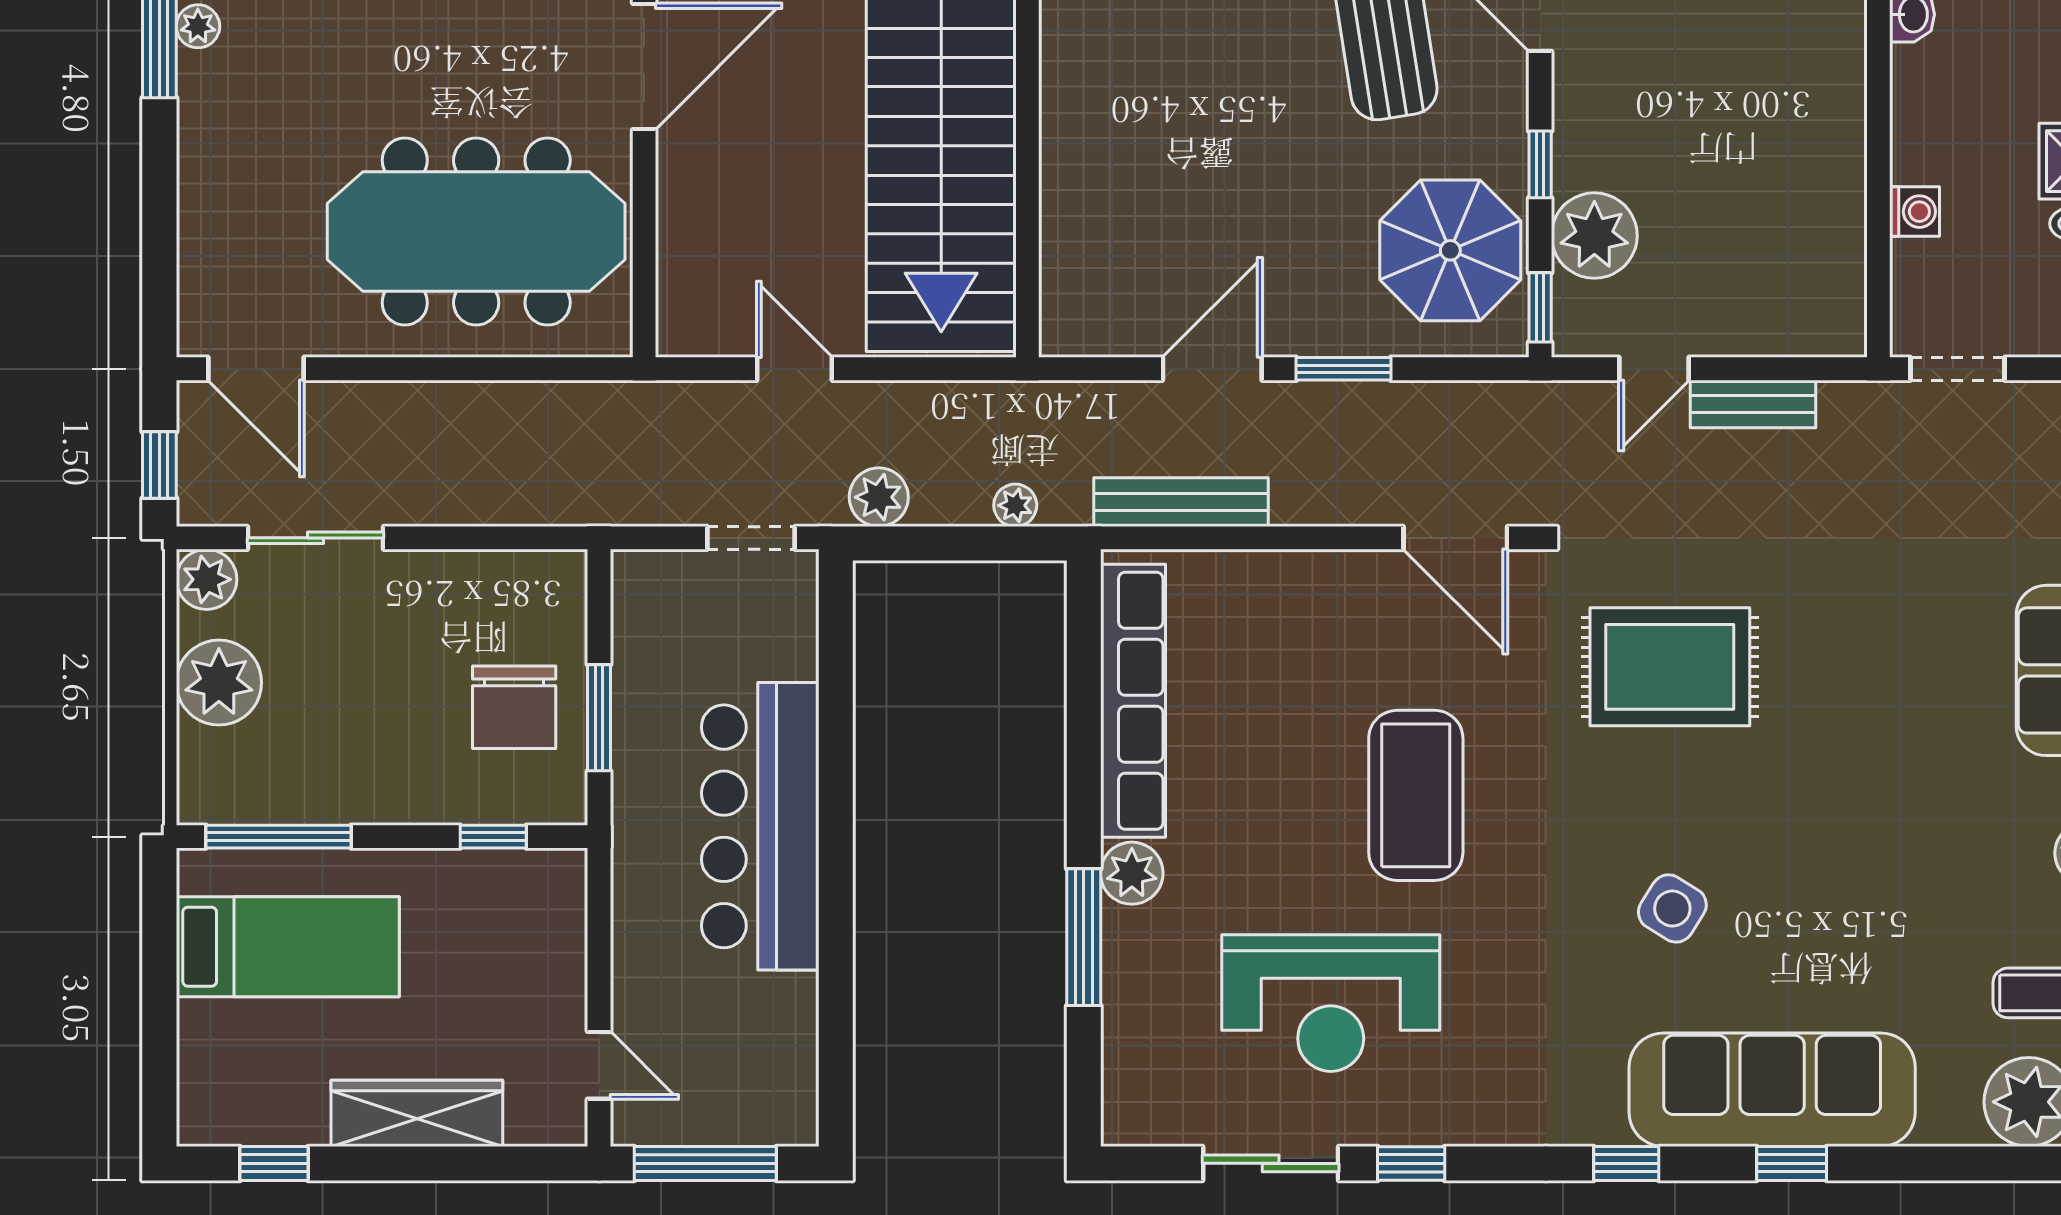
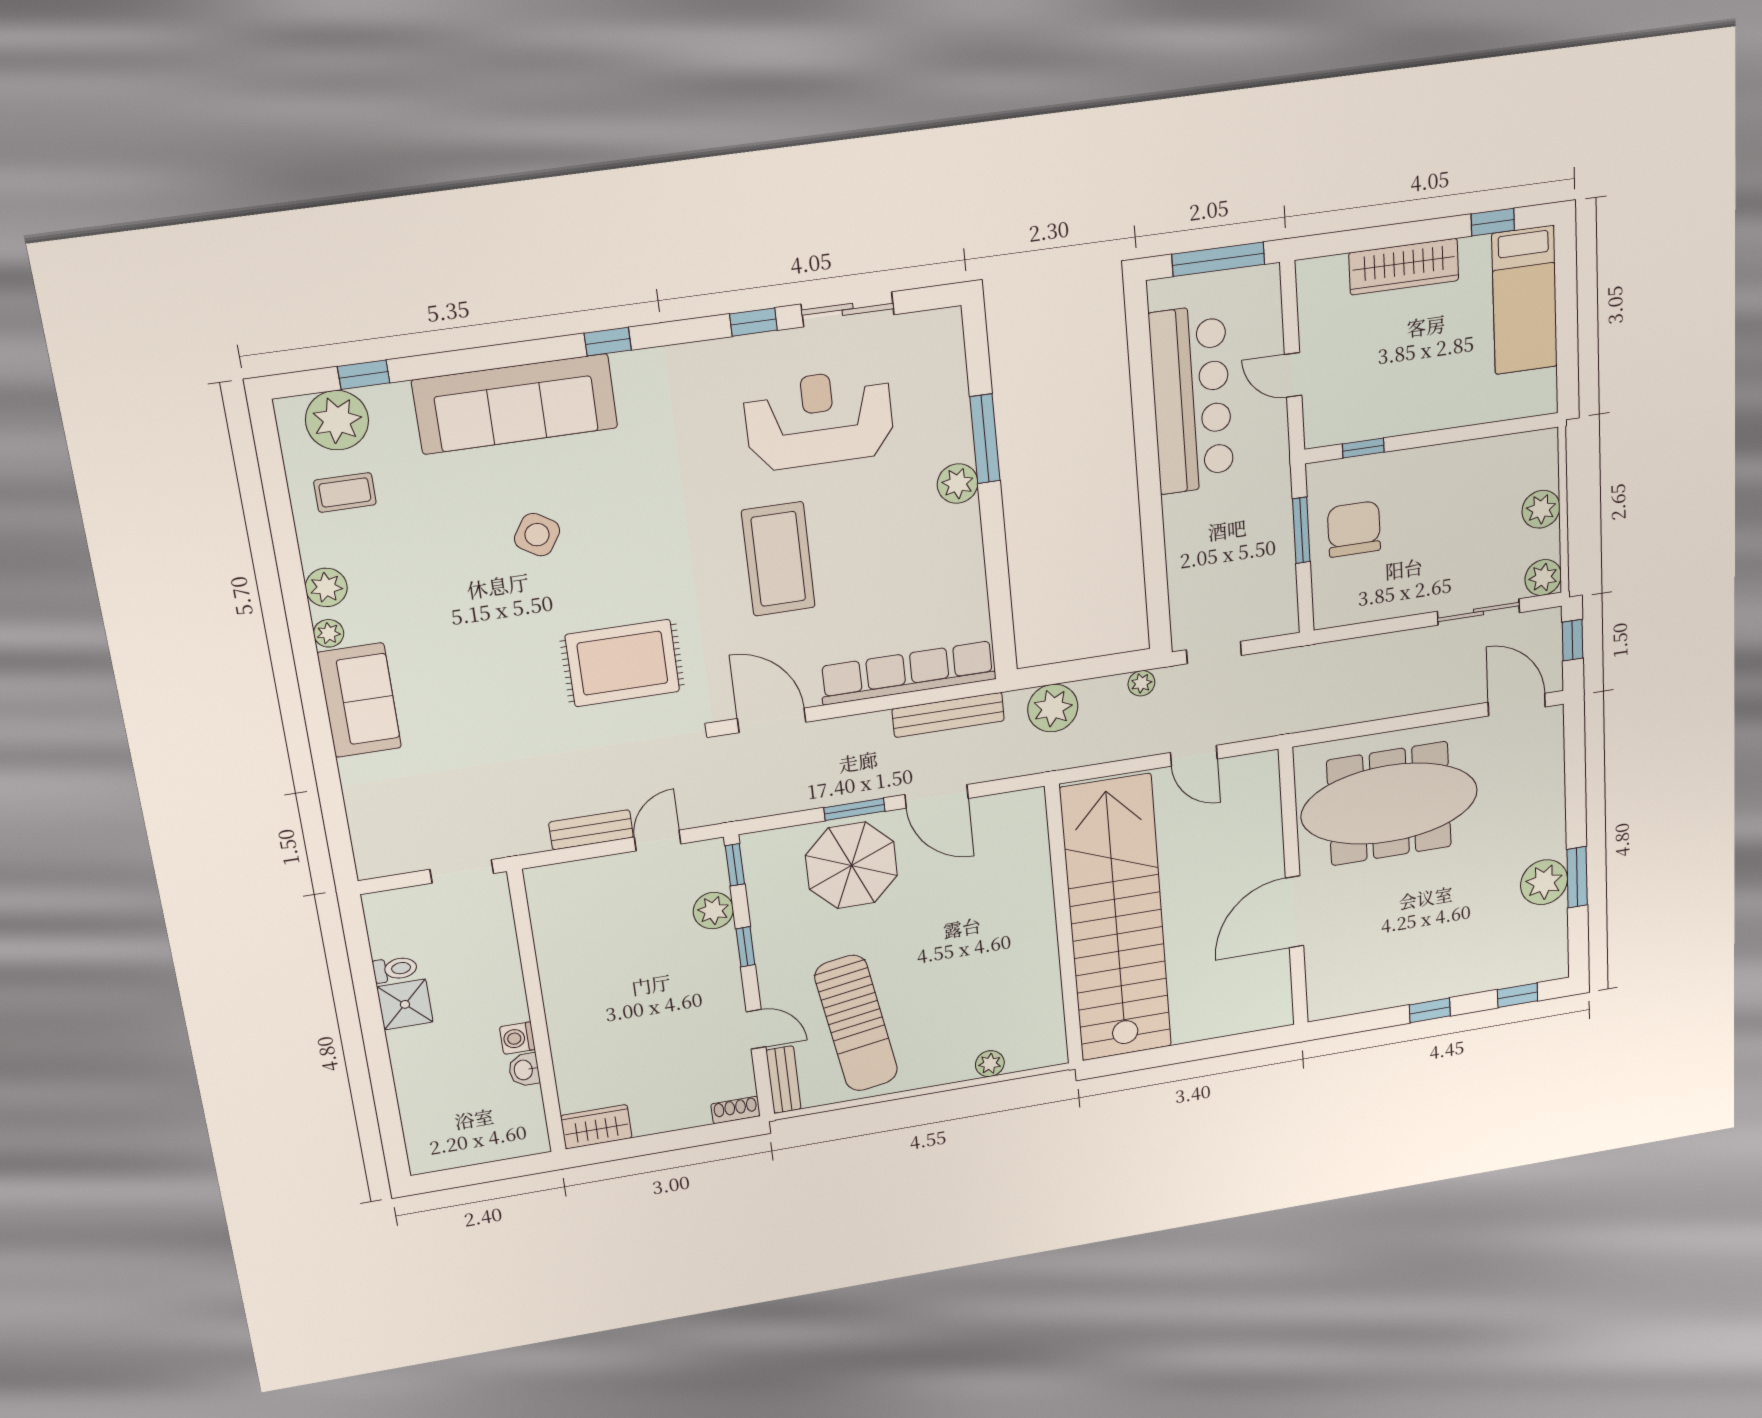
plant: (198, 26) -> (1544, 882), width x1.88, depth x1.88
washing machine: (1914, 212) -> (517, 1038), moved
plant: (1594, 236) -> (713, 911), width x0.73, depth x0.73
parasol: (1450, 250) -> (851, 865), moved
door: (1212, 369) -> (937, 796), hinge flipped
plant: (879, 497) -> (1141, 683), width x0.73, depth x0.73
plant: (1015, 505) -> (1053, 708), width x1.88, depth x1.88
plant: (219, 683) -> (1541, 509), width x0.73, depth x0.73
row of seats: (1133, 701) -> (908, 673), moved, turned 90
bar counter: (760, 826) -> (1192, 400), moved
window: (279, 837) -> (1496, 429), removed
side table: (1672, 908) -> (537, 535), moved
bed: (288, 947) -> (1525, 300), moved, turned -90
door: (599, 1065) -> (1293, 375), moved
window: (1792, 1163) -> (364, 375), moved

